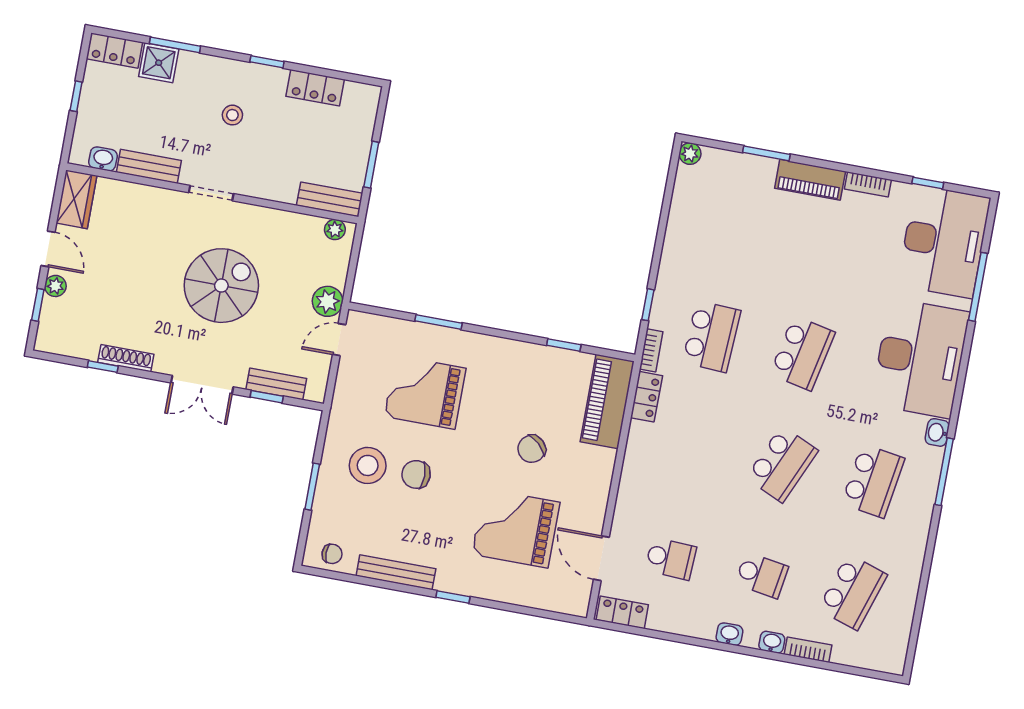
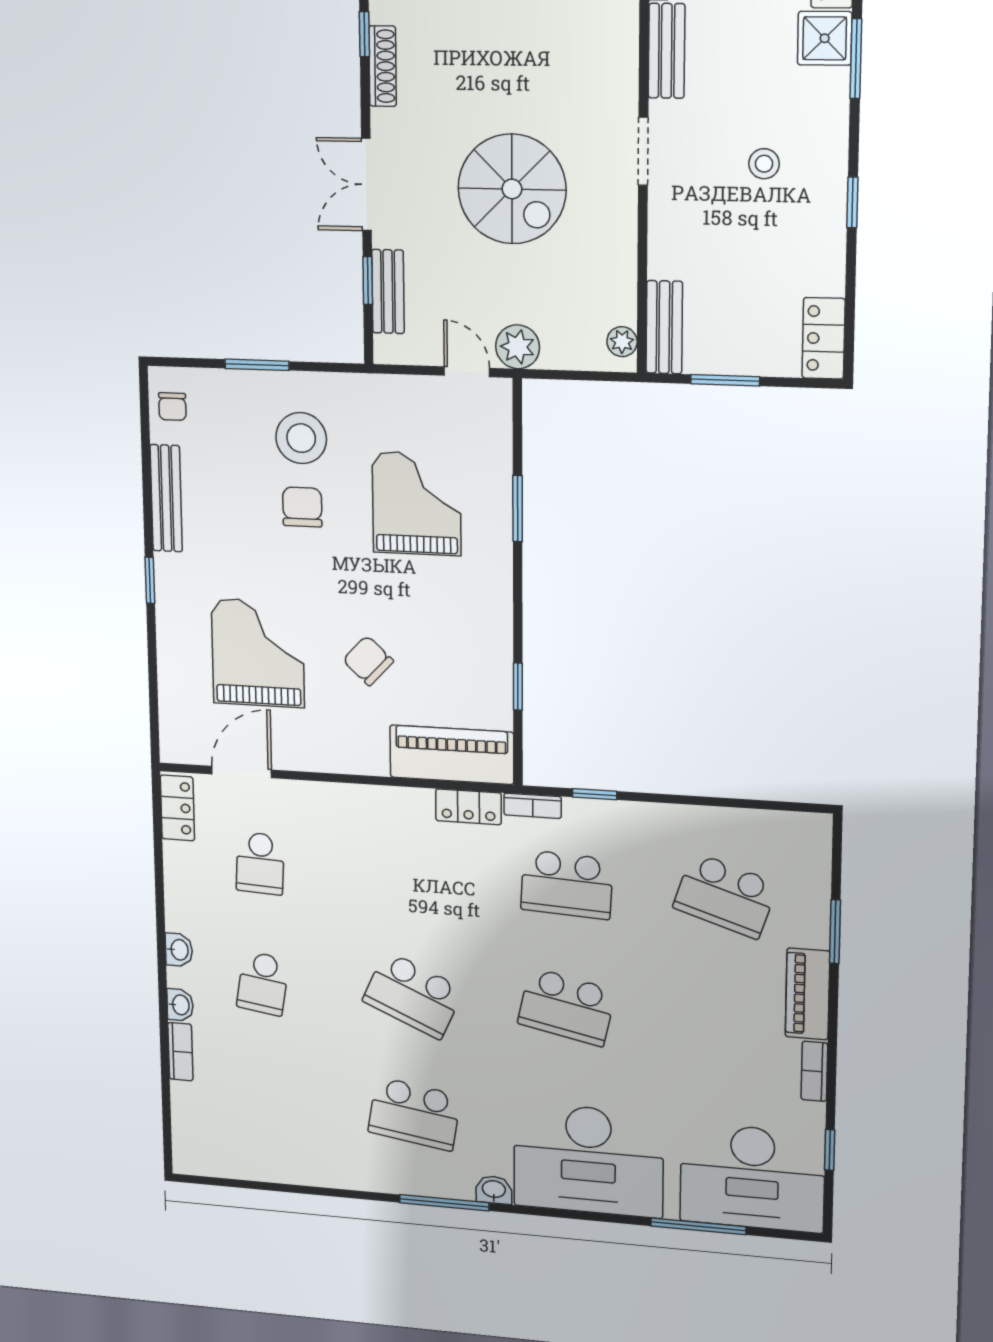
locker: (315, 88) -> (824, 338), moved
plant: (690, 154) -> (817, 828), removed
school desk: (853, 592) -> (725, 896), moved

